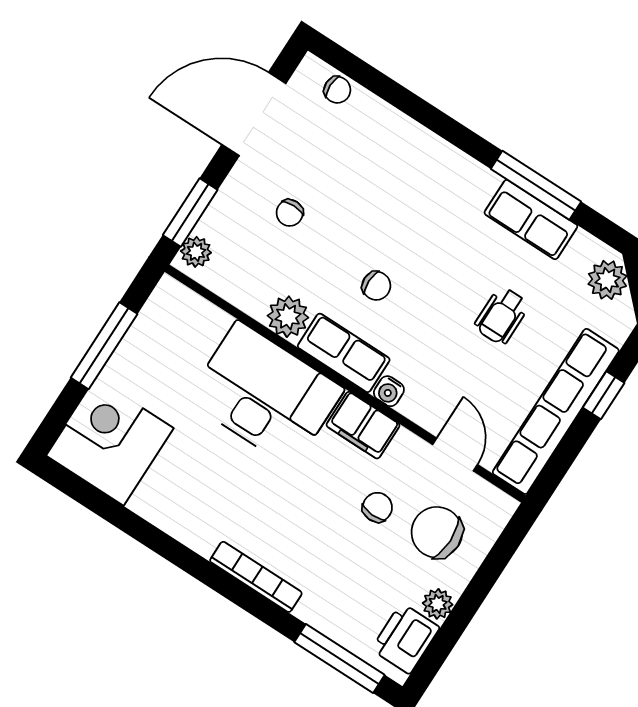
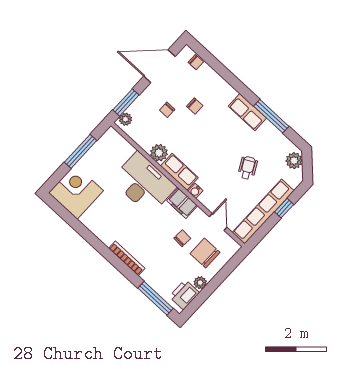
row of seats: (531, 220) -> (247, 112), moved
chair: (376, 286) -> (195, 106), moved
wheelchair: (502, 316) -> (248, 168), turned 152

